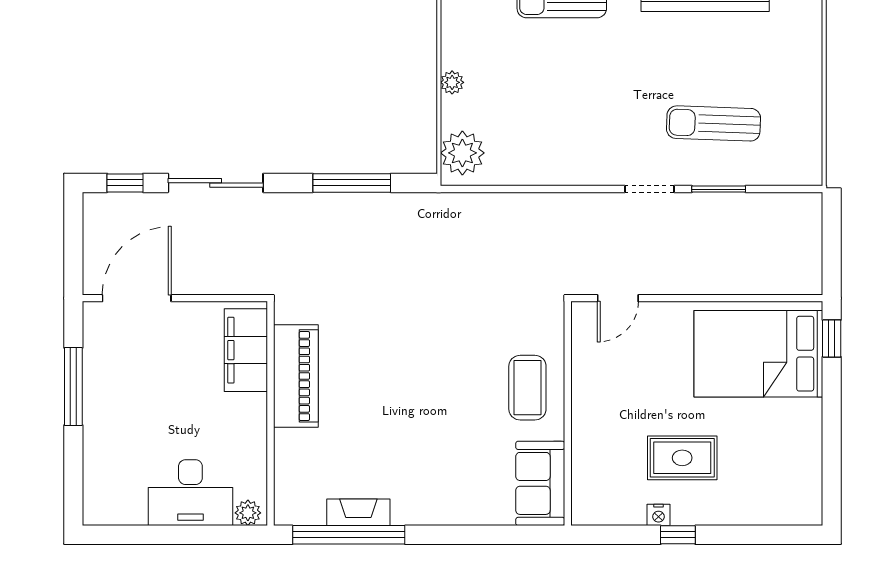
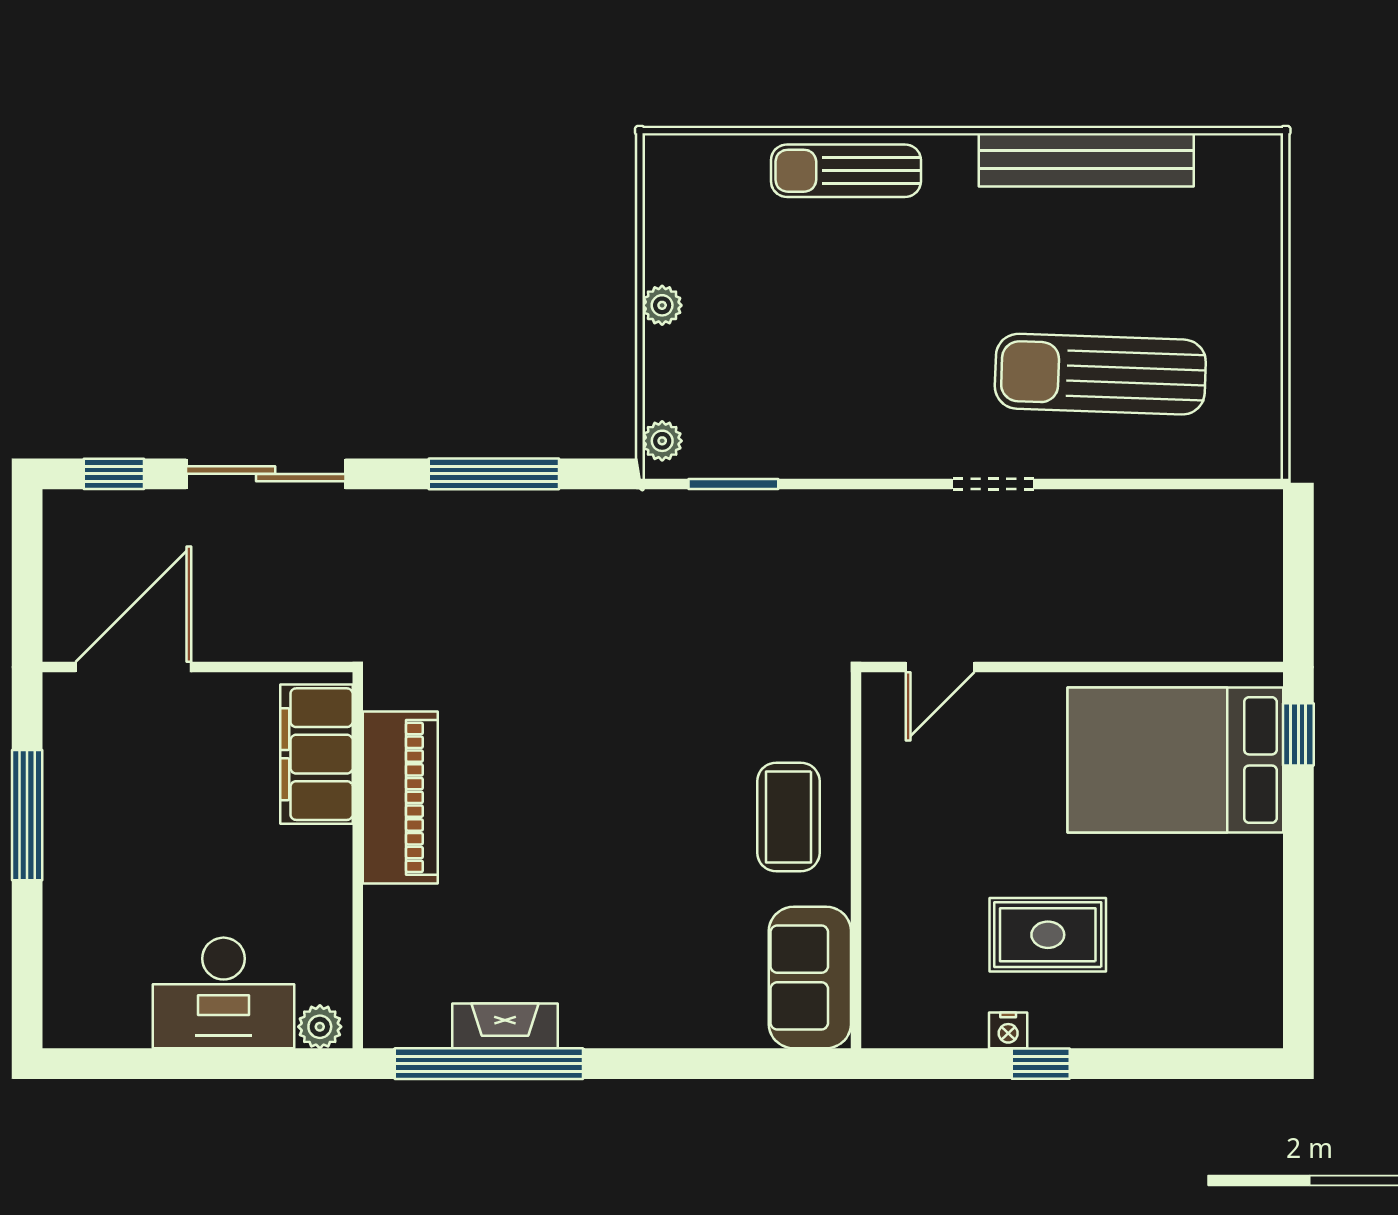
sun lounger: (713, 123) -> (1100, 374), width x1.36, depth x1.34
plant: (462, 153) -> (662, 441), width x0.53, depth x0.53
window: (719, 189) -> (733, 484), moved

